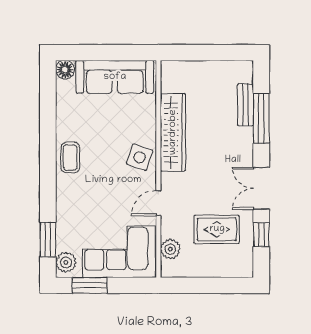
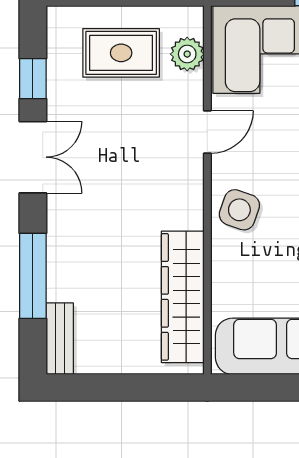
bench: (245, 105) -> (60, 339), moved
wardrobe: (173, 132) -> (183, 297), moved
rug: (217, 229) -> (121, 53), moved

